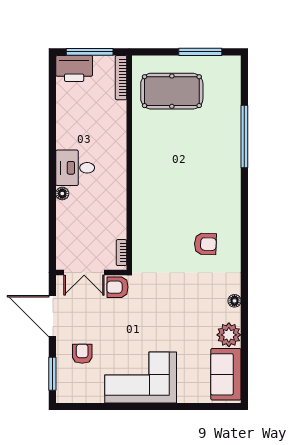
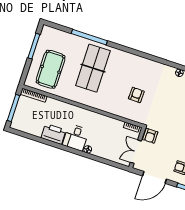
printer: (74, 68) -> (54, 134), moved, turned -90
table tennis table: (196, 159) -> (93, 68), added
armchair: (205, 244) -> (136, 95), moved
double door: (84, 272) -> (136, 152), swing flipped

